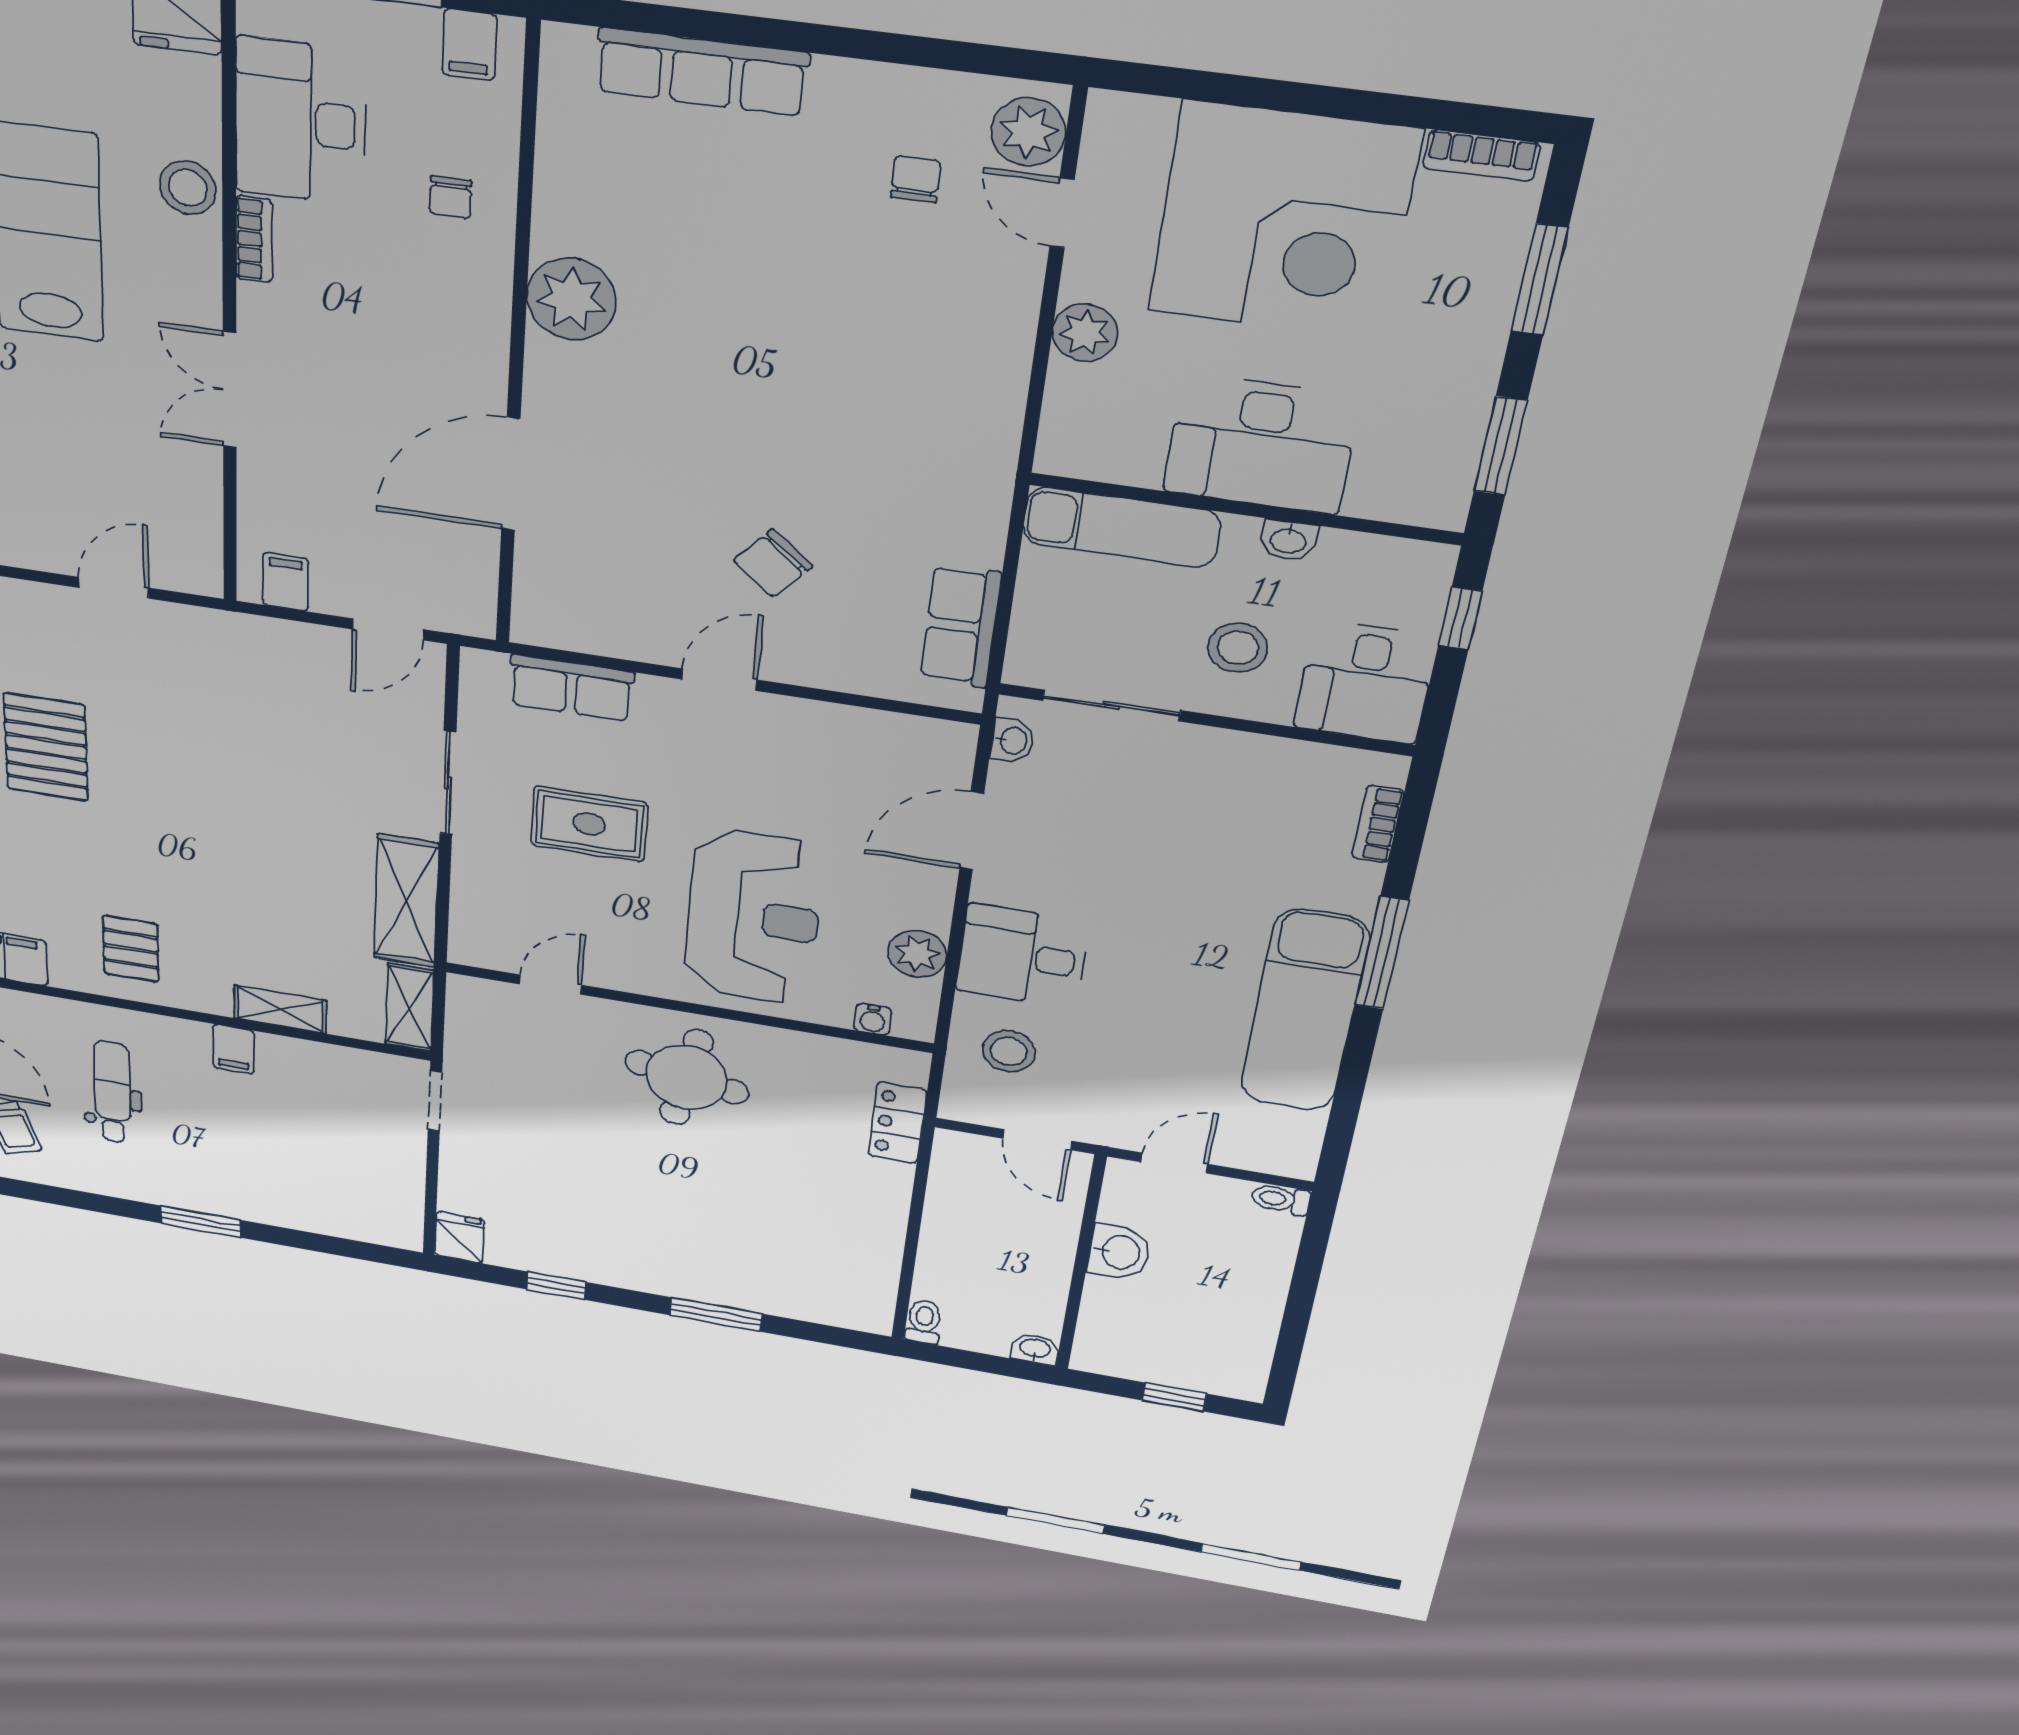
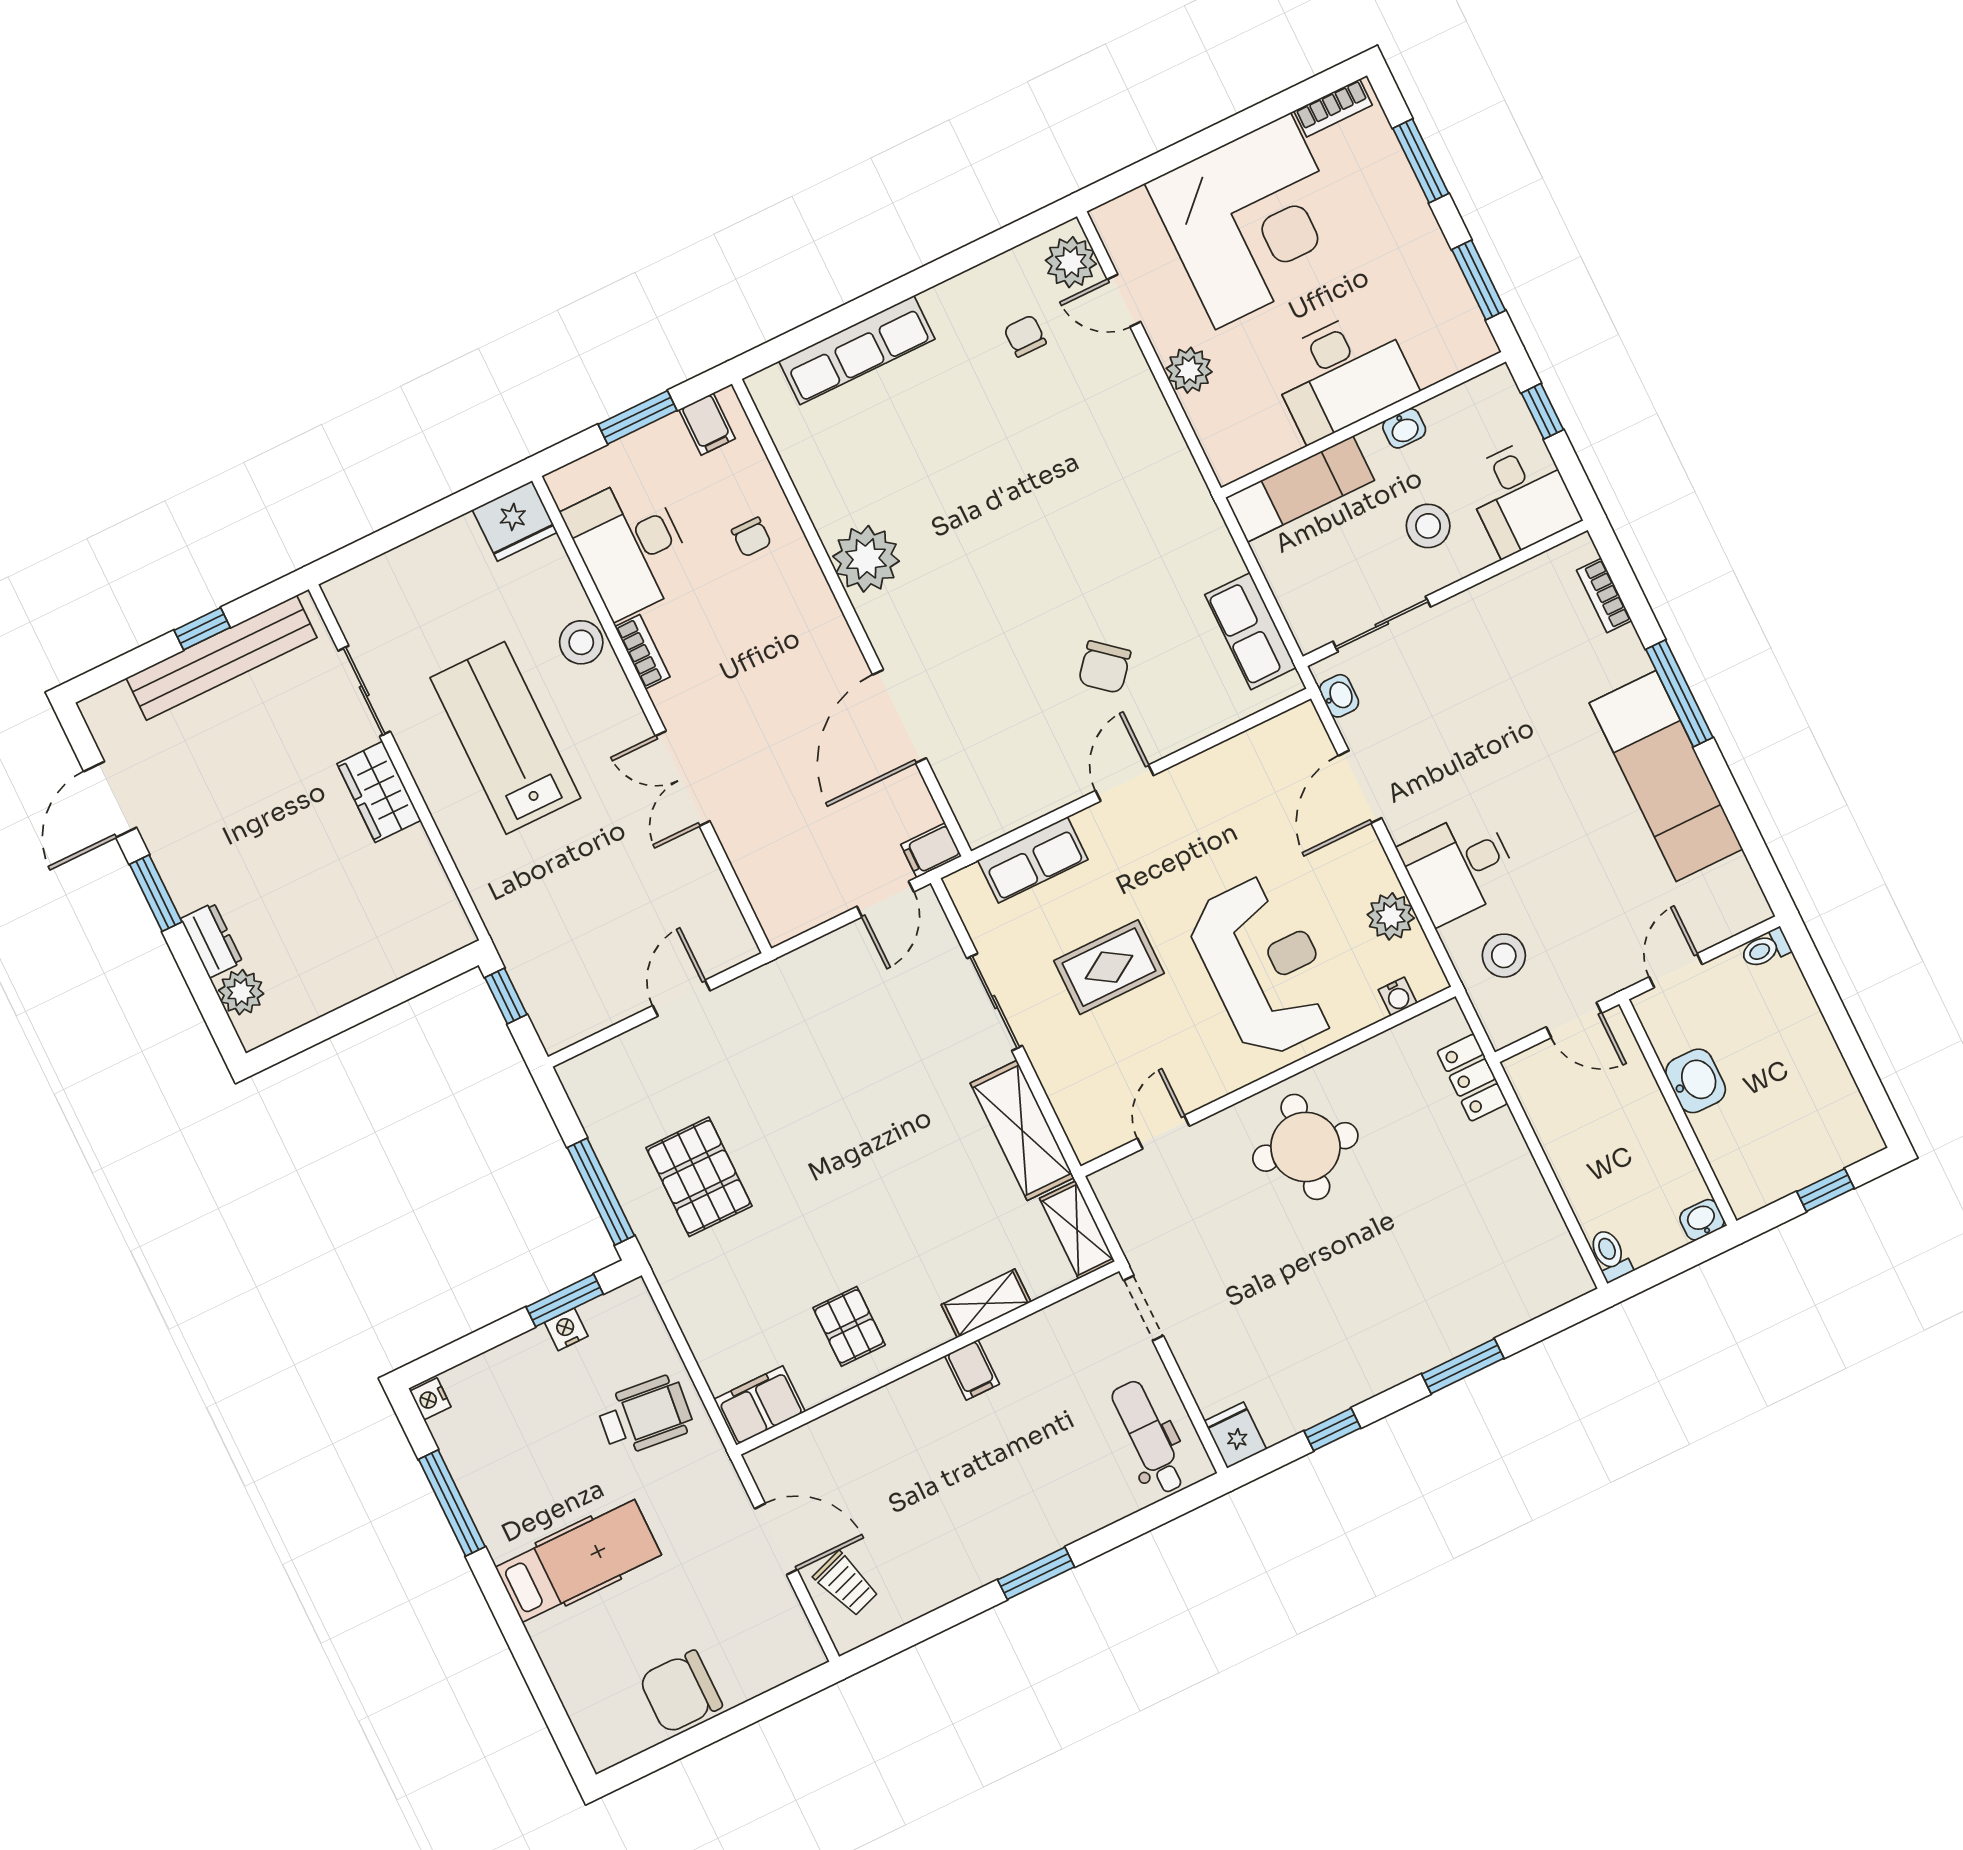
filing cabinet: (285, 582) -> (931, 850), moved, turned -90
dental chair: (112, 1092) -> (1149, 1437), moved

